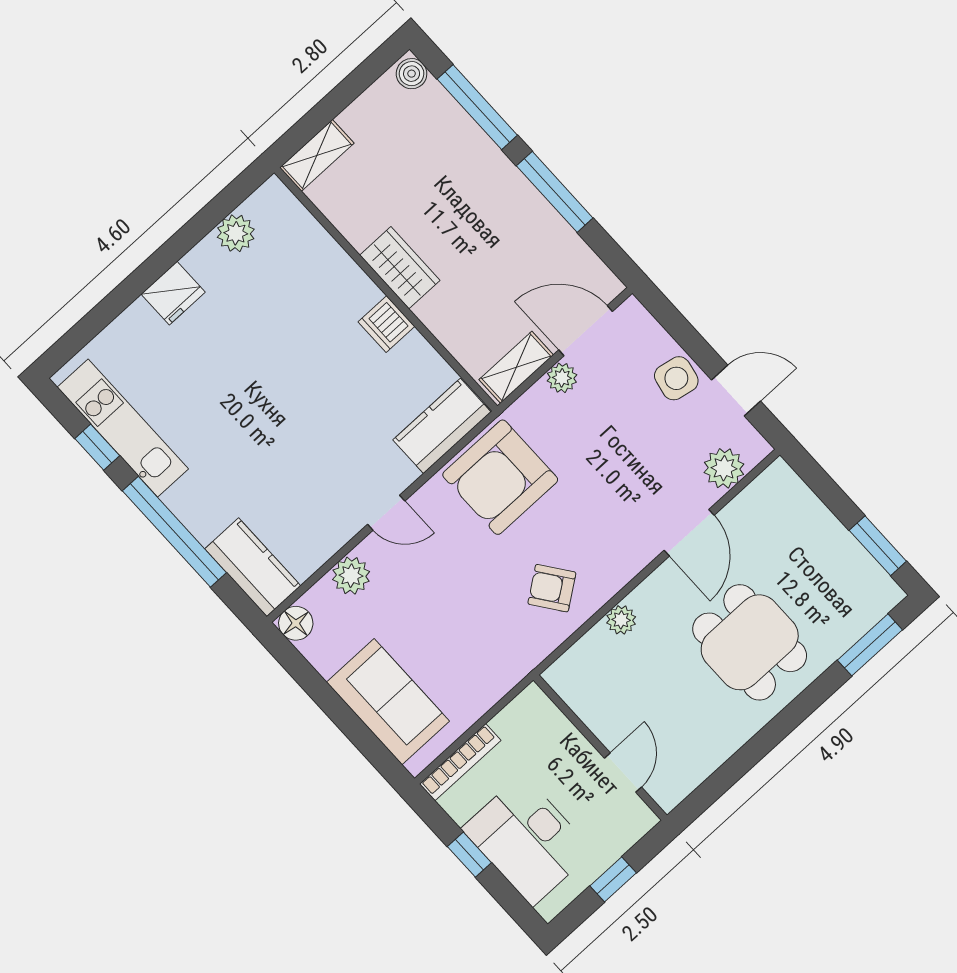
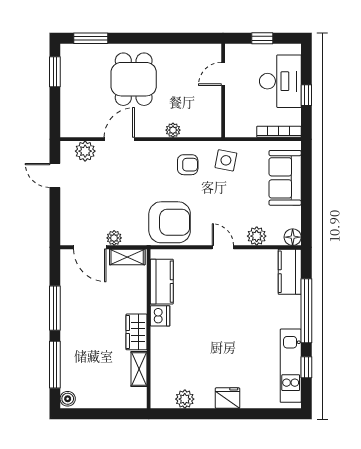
shelving: (317, 155) -> (139, 369), moved, turned 90
side table: (676, 378) -> (226, 160), moved
kitchen counter: (442, 426) -> (162, 282), moved, turned -90
armchair: (552, 588) -> (188, 165), turned -54

